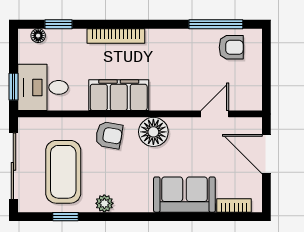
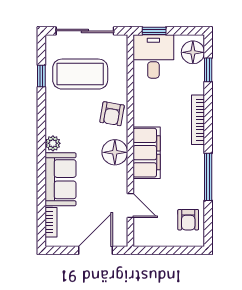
window: (216, 24) -> (208, 177), moved
floor lamp: (38, 36) -> (193, 52), width x1.89, depth x1.89
filing cabinet: (119, 95) -> (147, 153), moved
plant: (104, 203) -> (53, 143), moved

